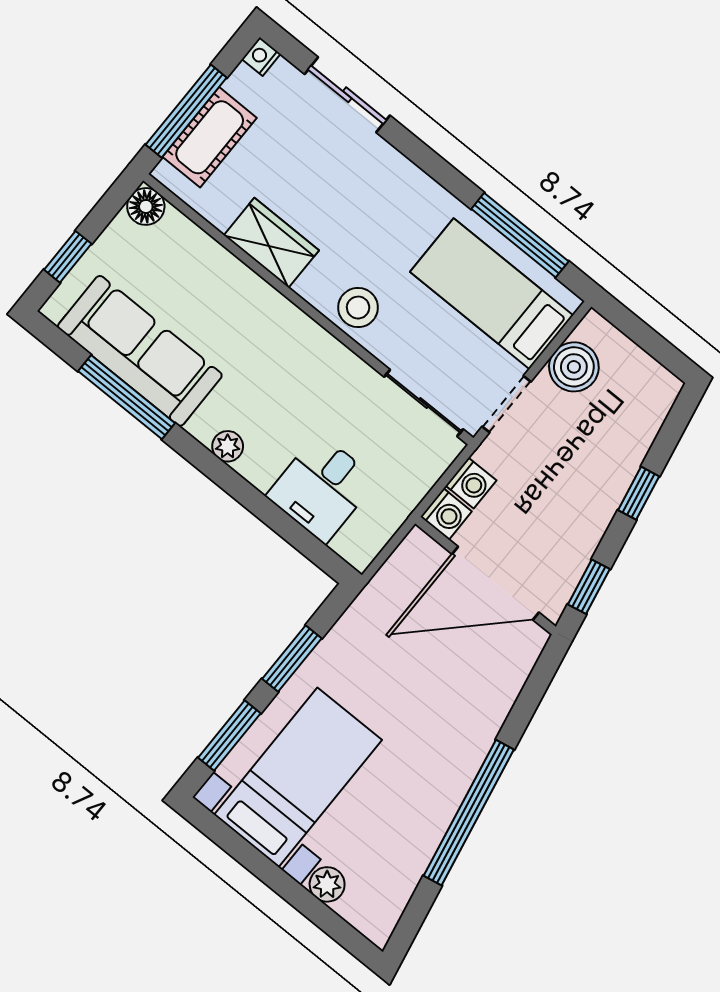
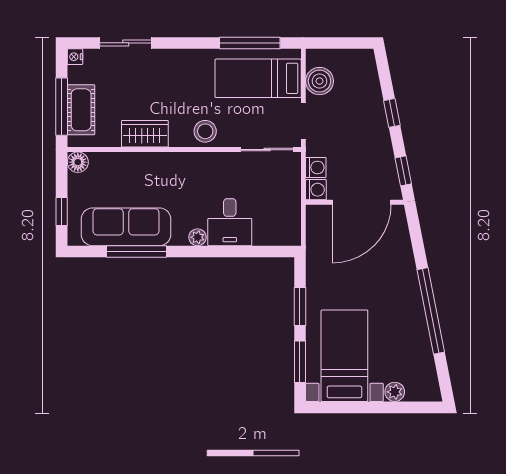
desk: (322, 488) -> (230, 222), moved

